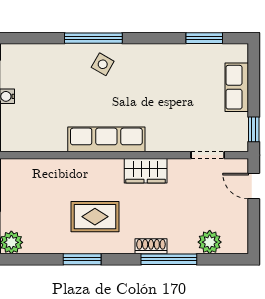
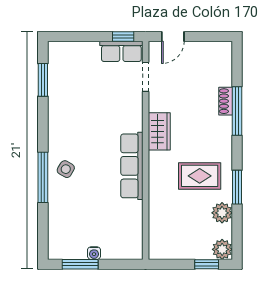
row of seats: (237, 87) -> (121, 51), moved
rug: (95, 217) -> (200, 176), turned 90
plant: (210, 242) -> (222, 213), moved
shoe rack: (151, 246) -> (226, 101), moved

